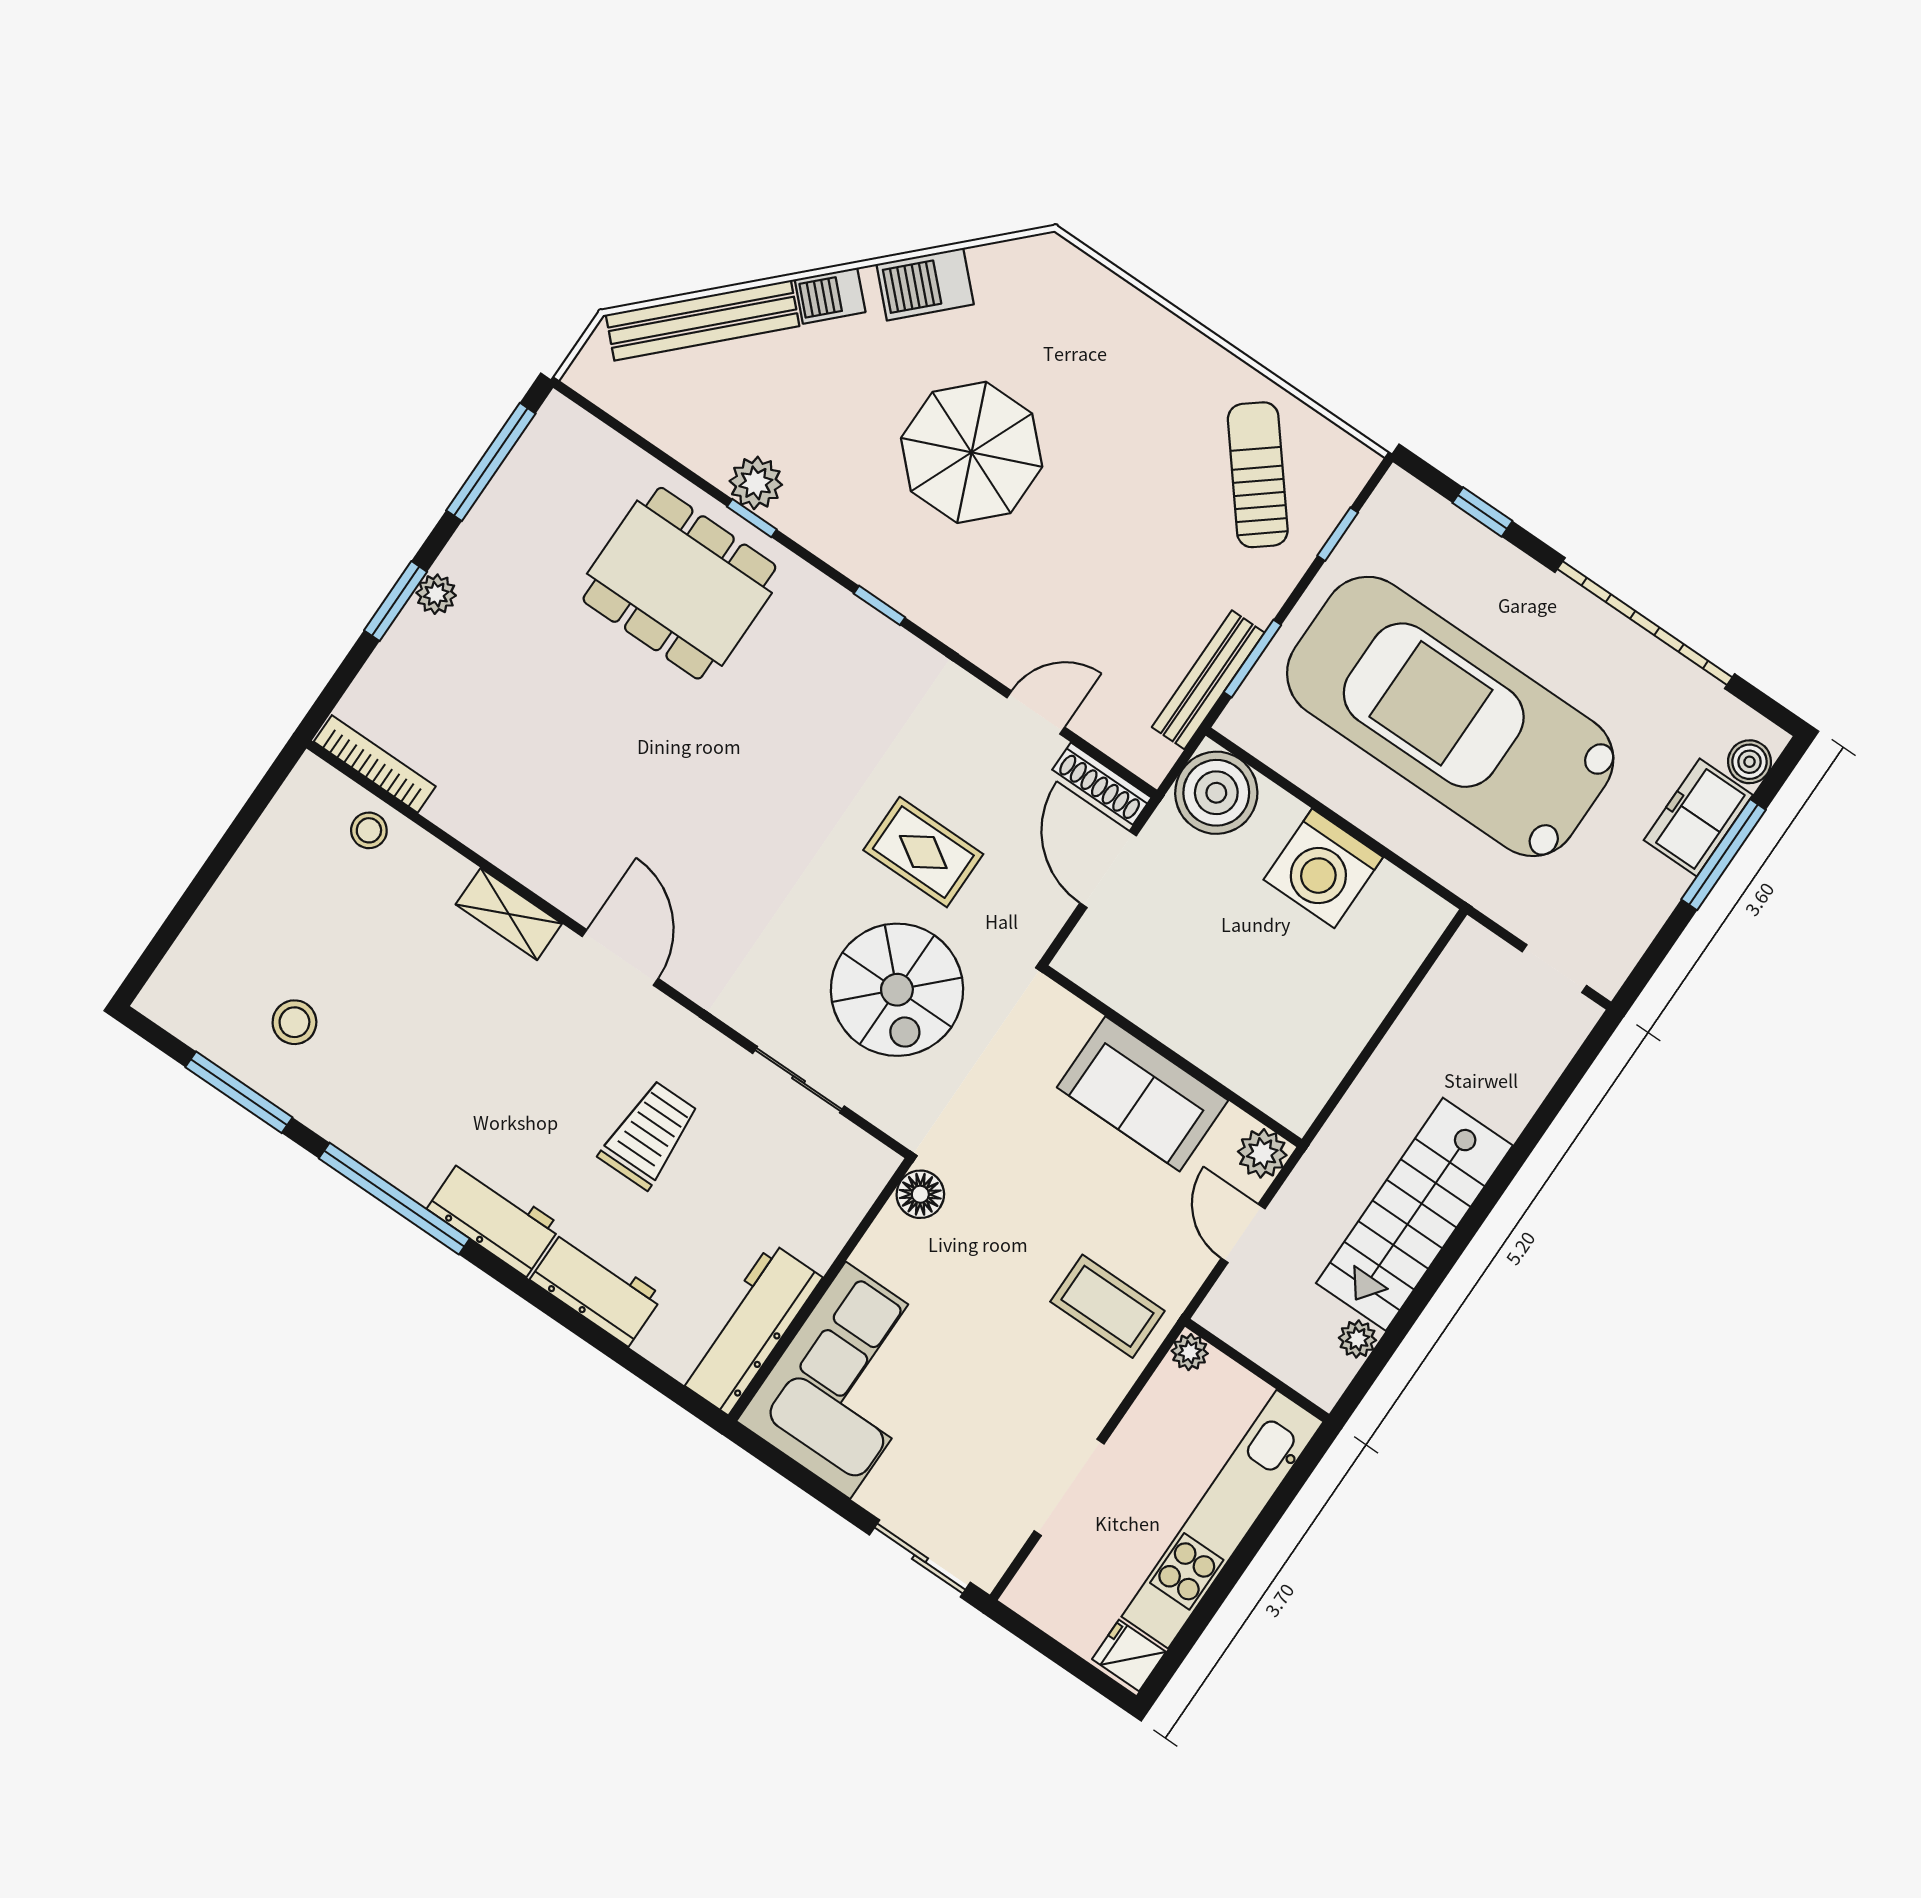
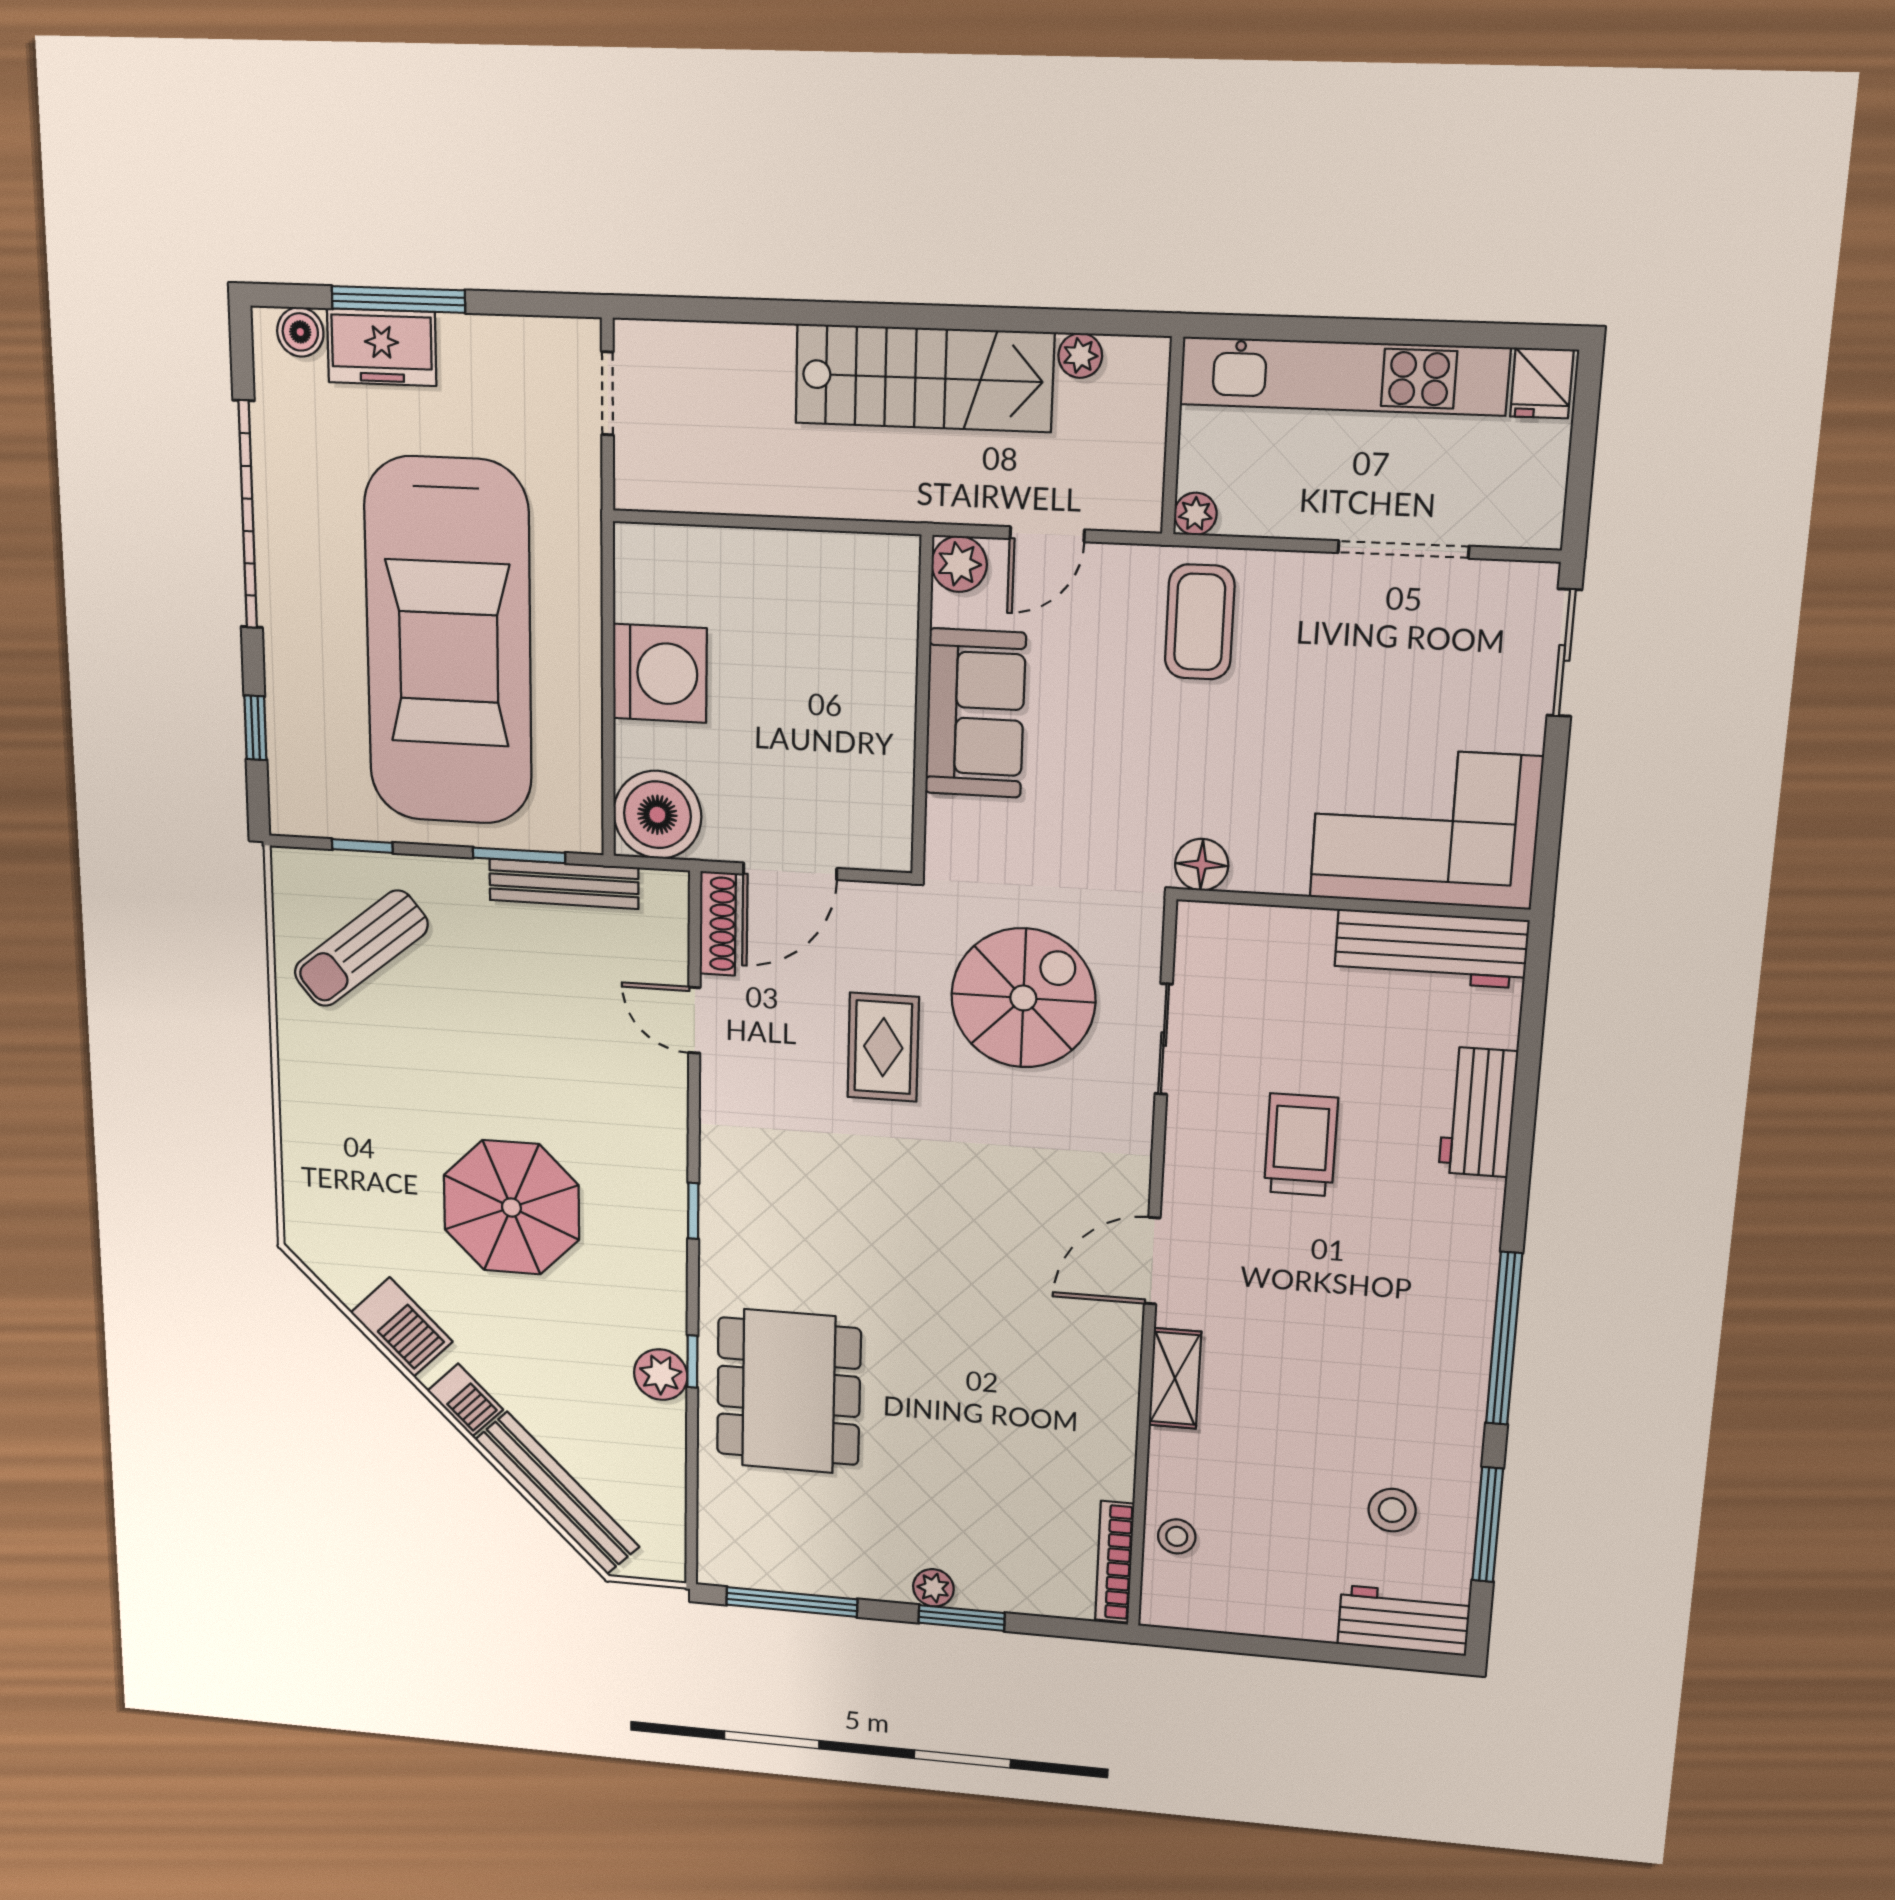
trolley: (649, 1135) -> (1301, 1145), turned 90
workbench: (494, 1217) -> (1404, 1621), moved, turned 90

